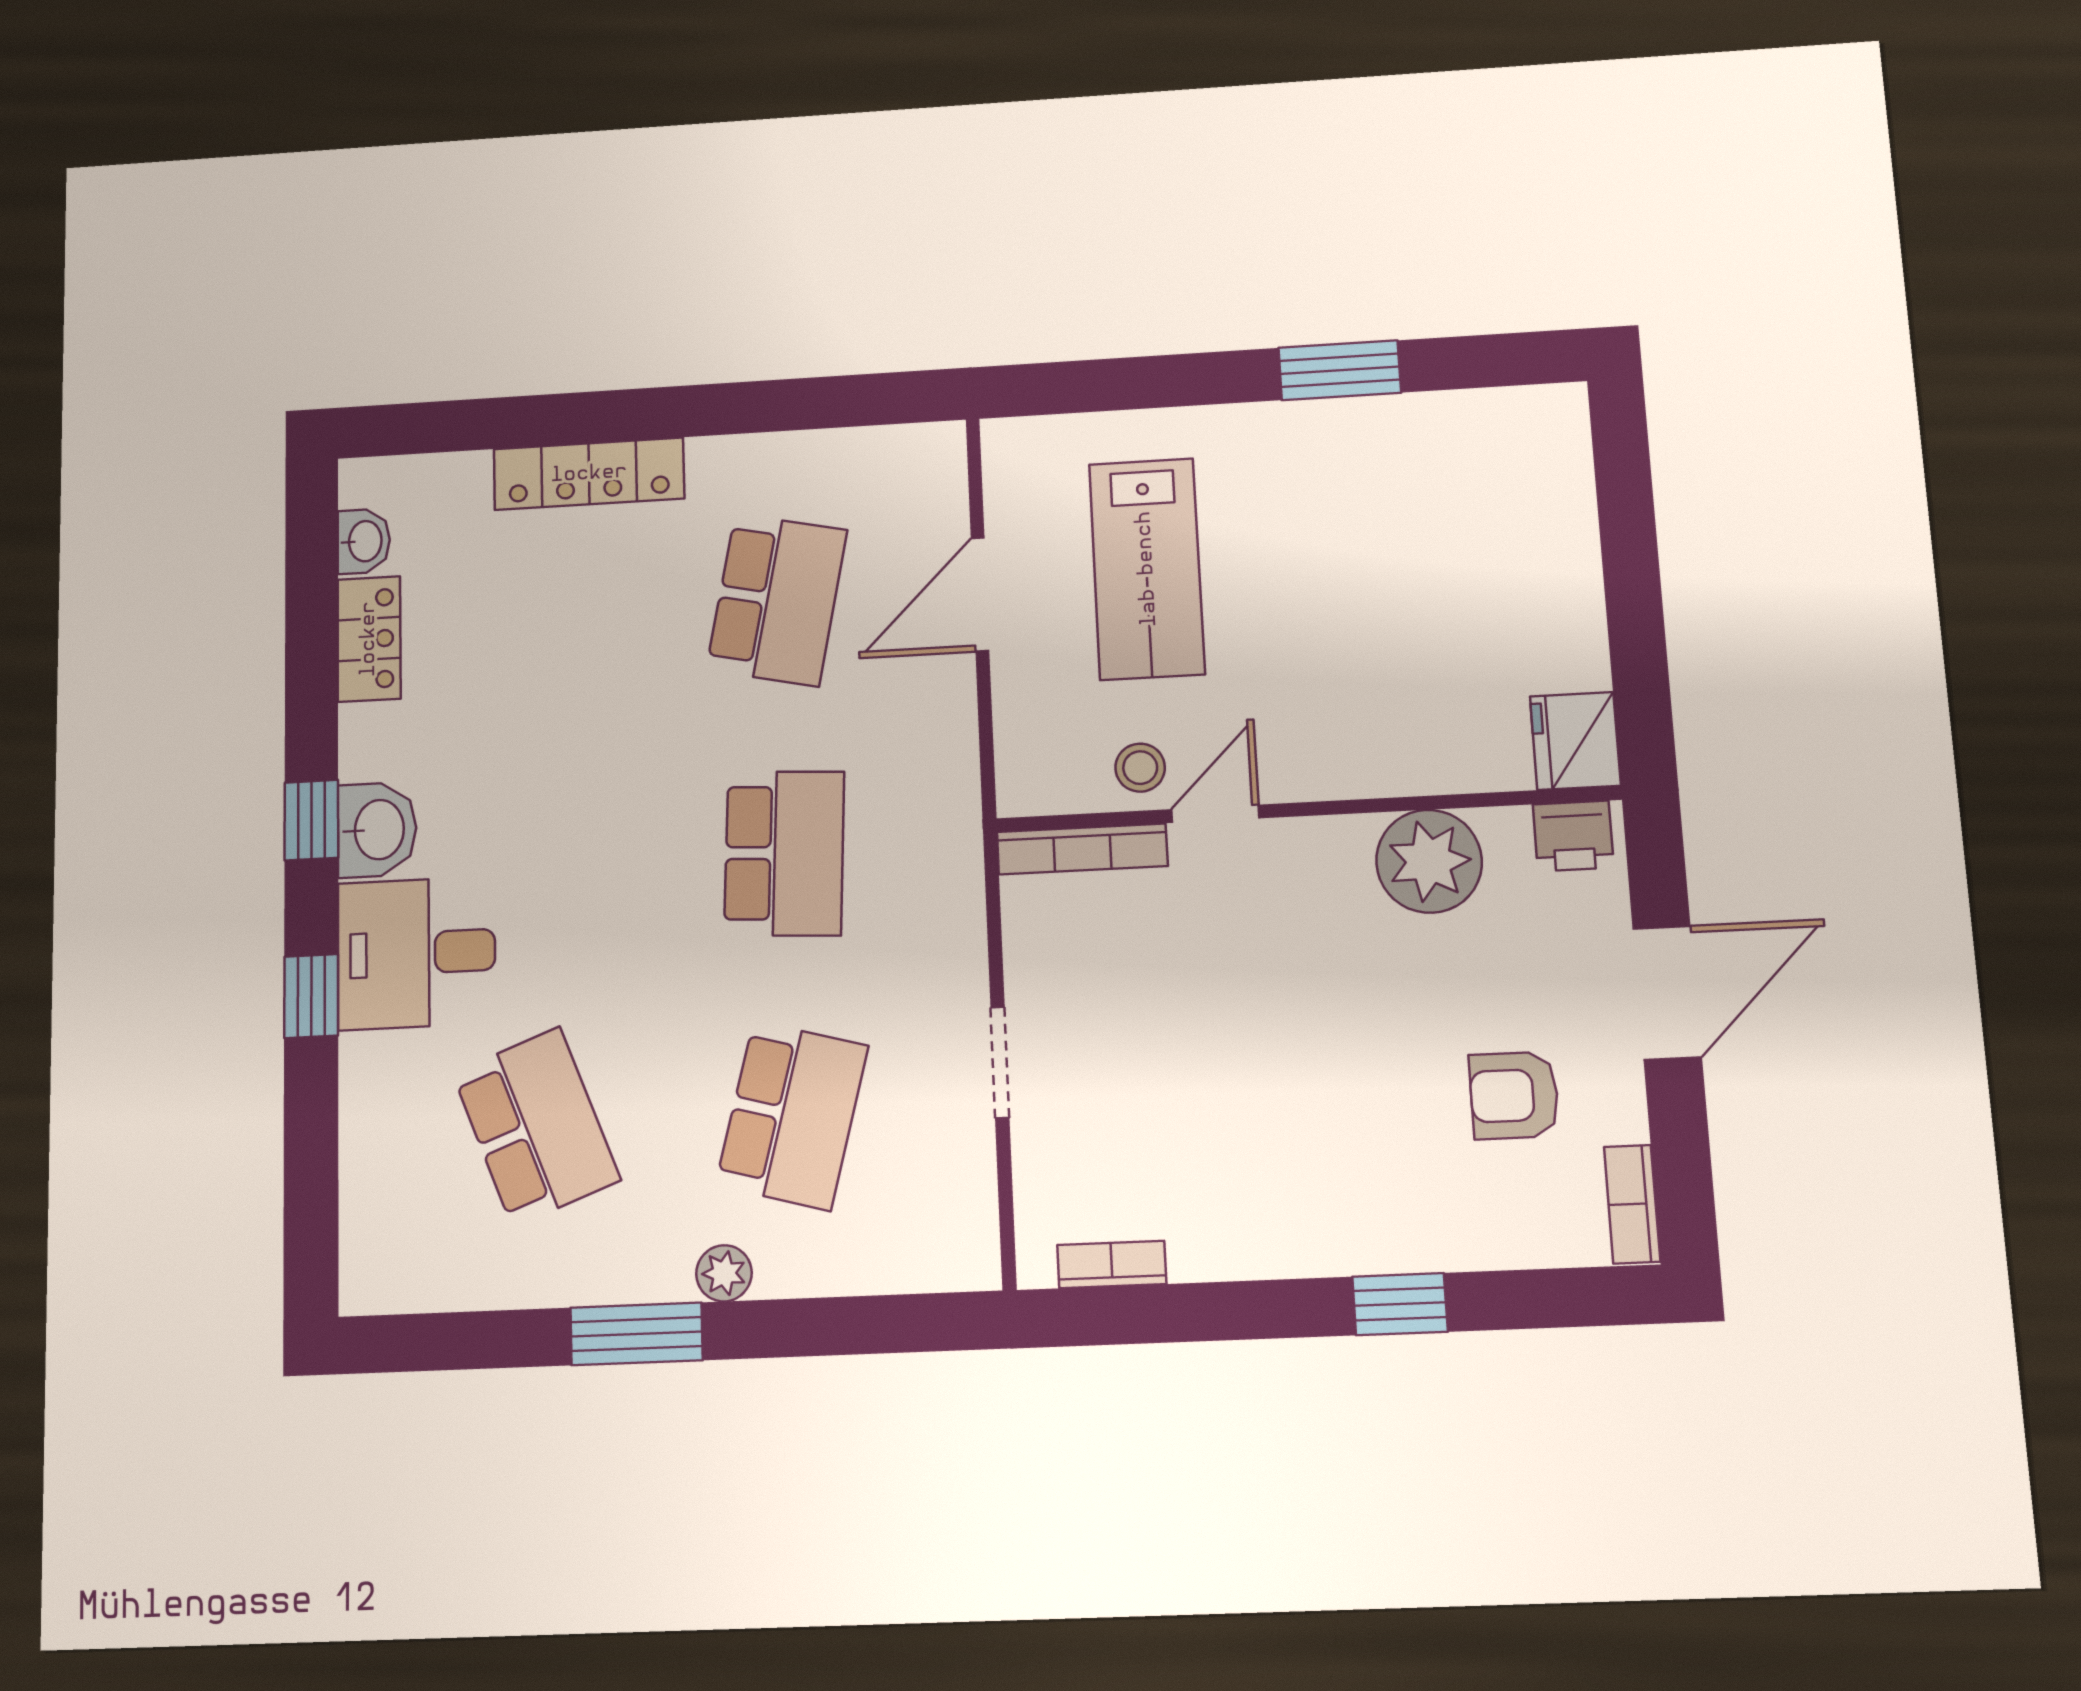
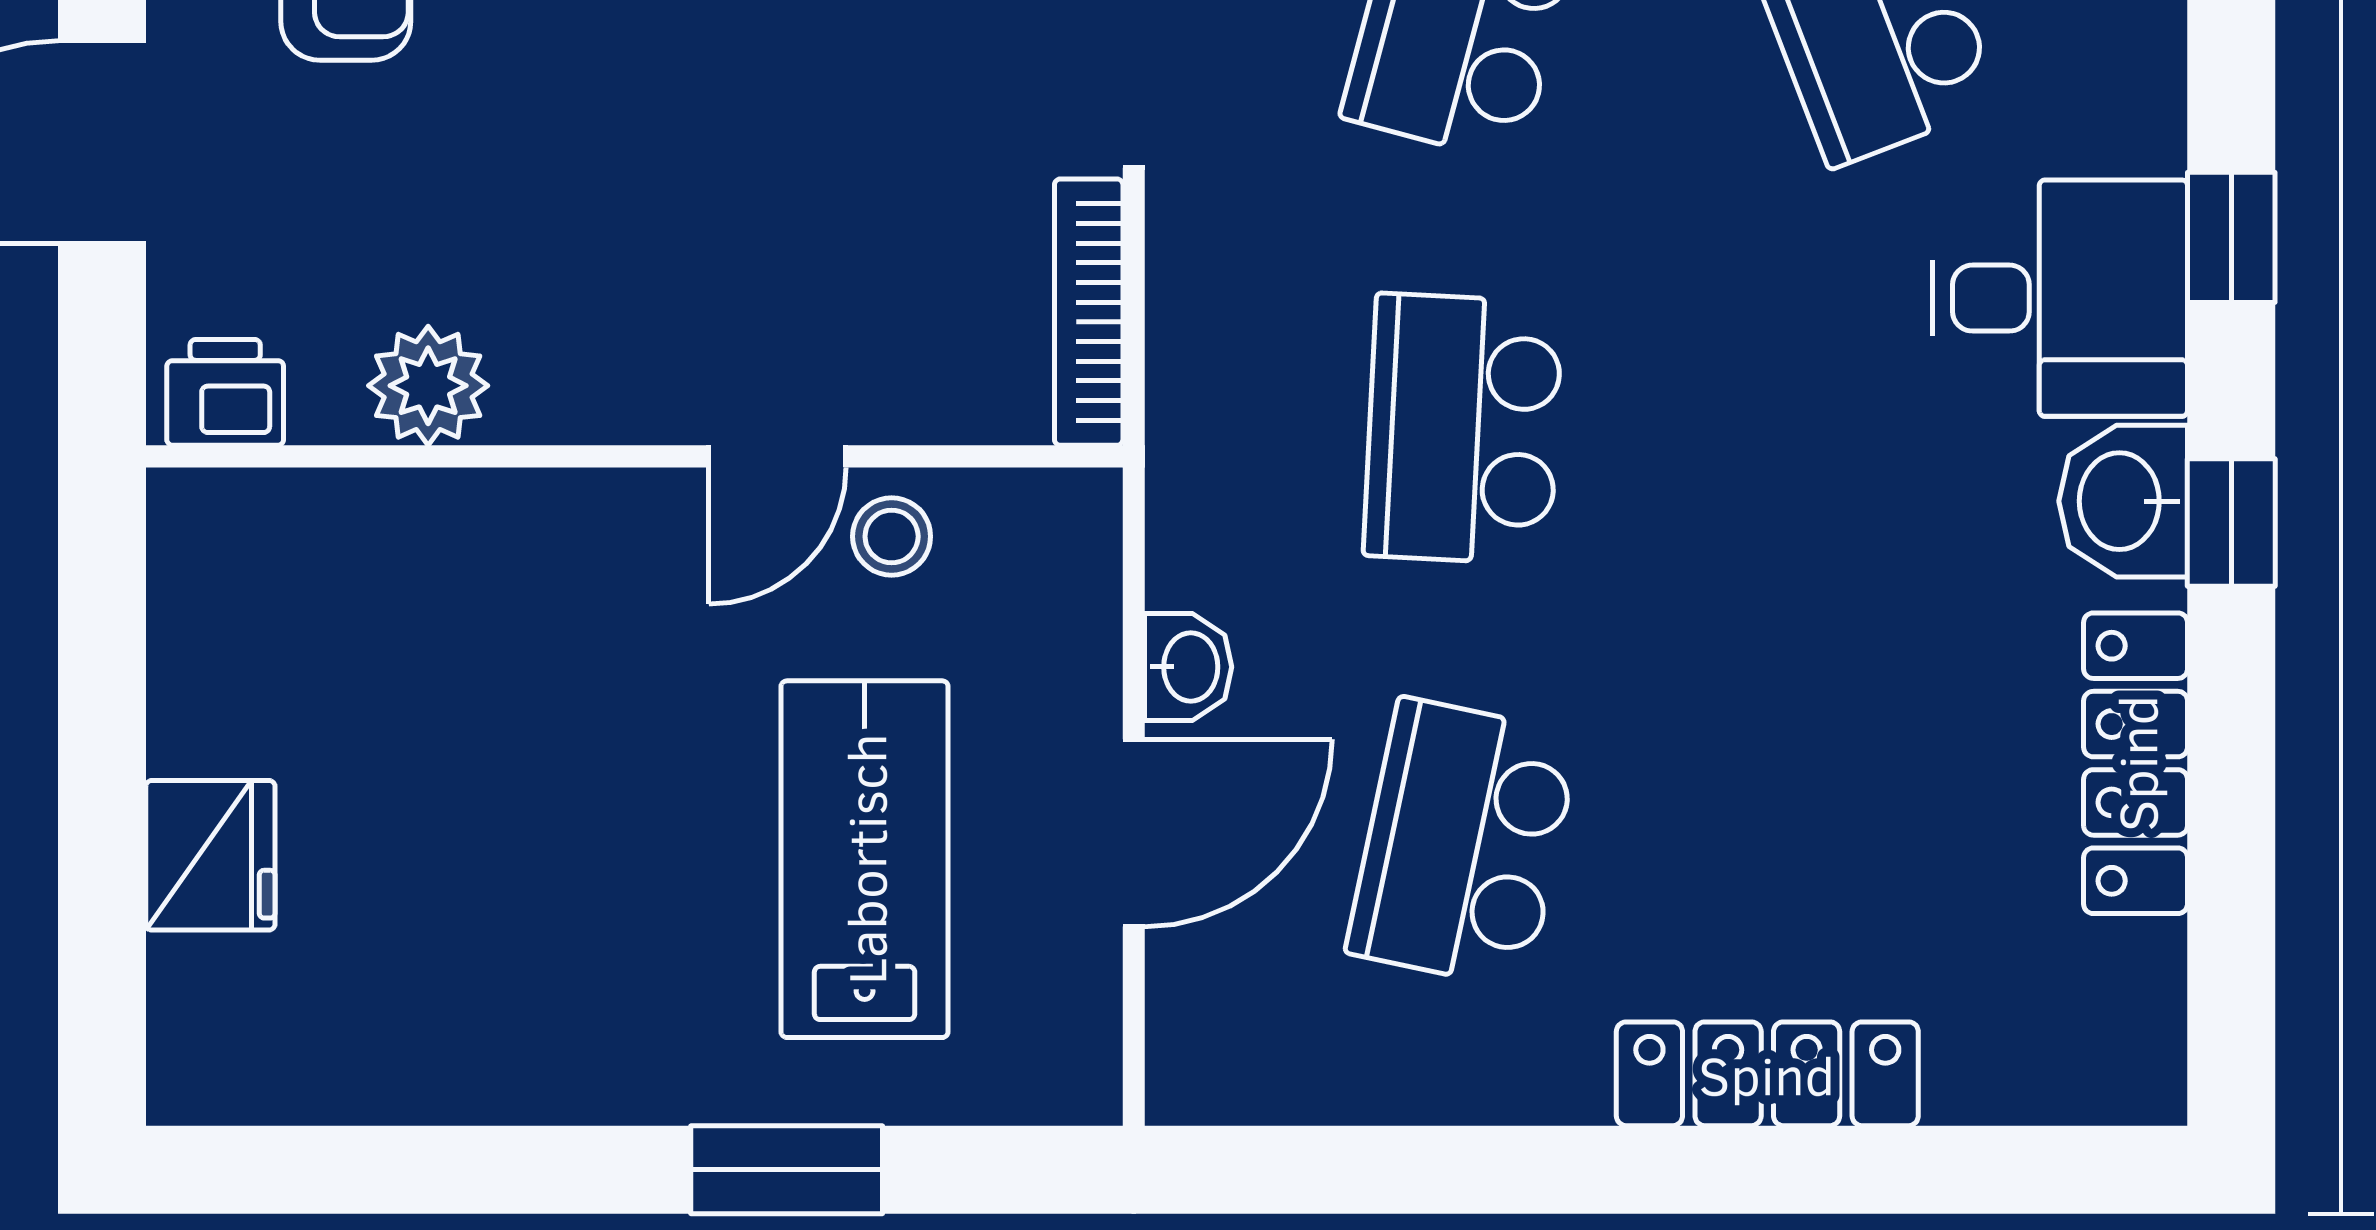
window: (1340, 370) -> (787, 1170), moved
washbasin: (364, 541) -> (1188, 667), moved, turned 180
locker: (369, 639) -> (2136, 763), width x1.53
fridge: (1575, 741) -> (210, 855), moved
bookcase: (1082, 849) -> (1089, 312), moved, turned -90
plant: (1429, 861) -> (428, 386), width x0.73, depth x0.73

